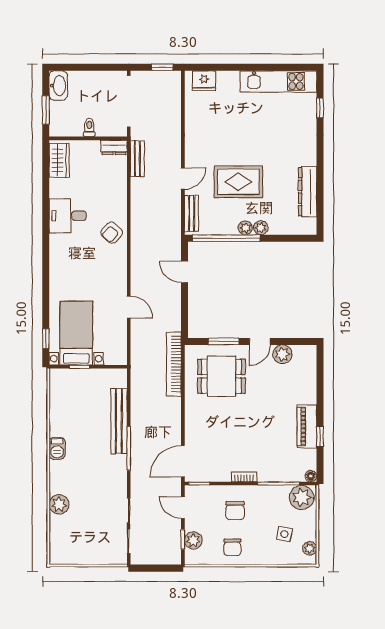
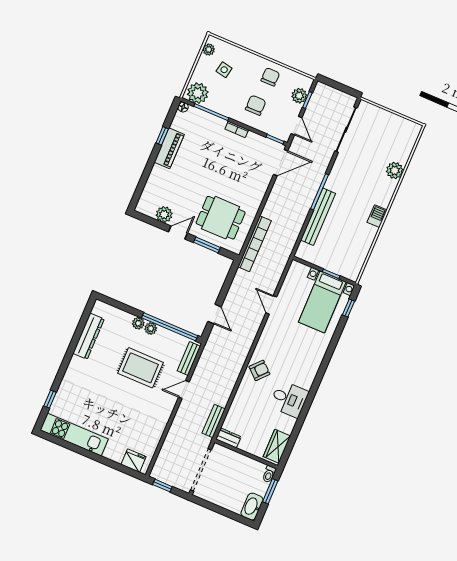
toilet: (89, 127) -> (269, 474), moved

